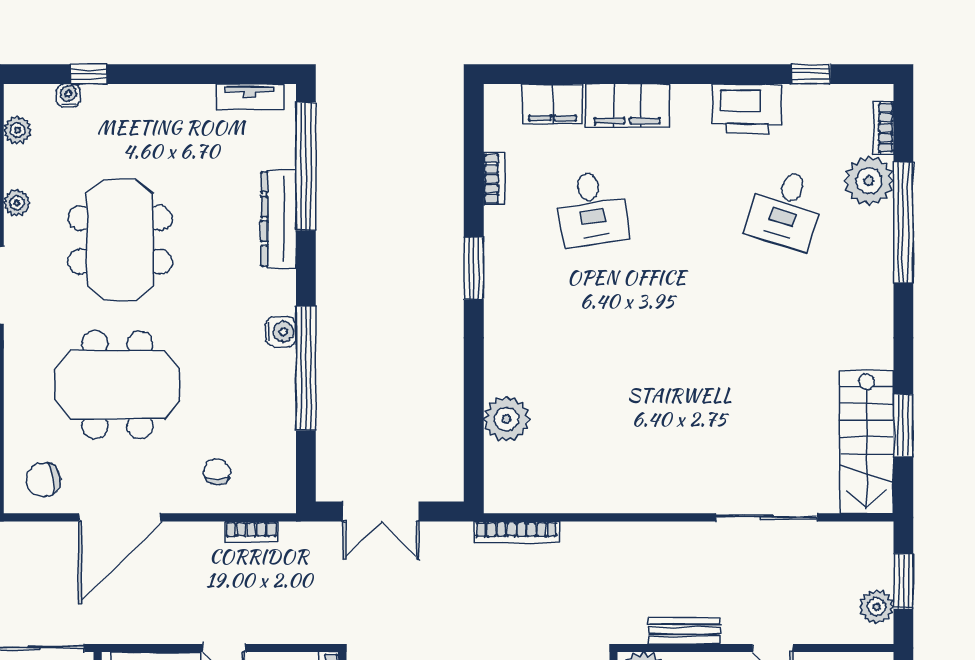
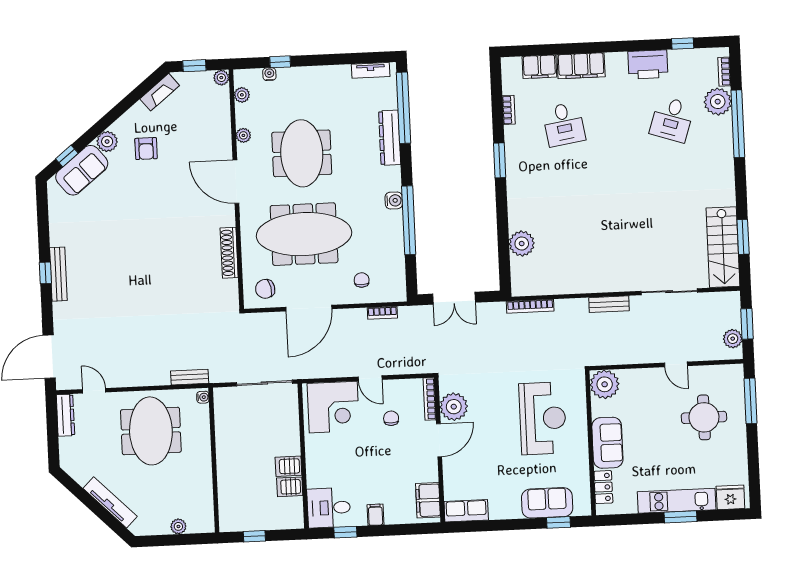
meeting table: (117, 385) -> (304, 234), width x1.36
bench: (684, 630) -> (609, 304), moved

